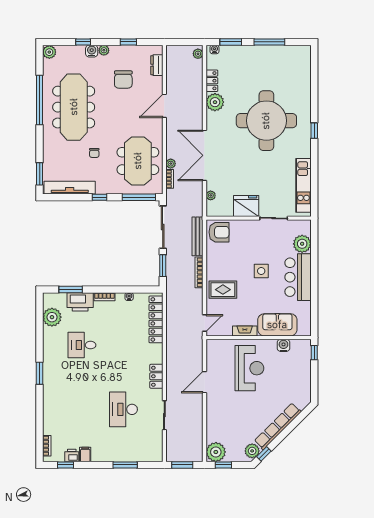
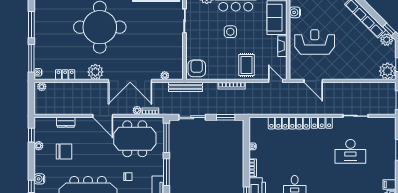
window: (128, 42) -> (31, 135), moved
window: (231, 42) -> (31, 58), width x1.44
plant: (104, 50) -> (39, 146), moved
dresser: (157, 65) -> (66, 122), moved
plant: (215, 102) -> (95, 72), moved
door: (164, 106) -> (103, 116), moved
window: (100, 197) -> (166, 172), width x2.17
fridge: (246, 206) -> (174, 45), removed
sliding door: (163, 227) -> (192, 117), width x0.73
bench: (198, 236) -> (185, 87), moved
locker: (156, 319) -> (289, 123), moved
door: (205, 382) -> (313, 81), moved

